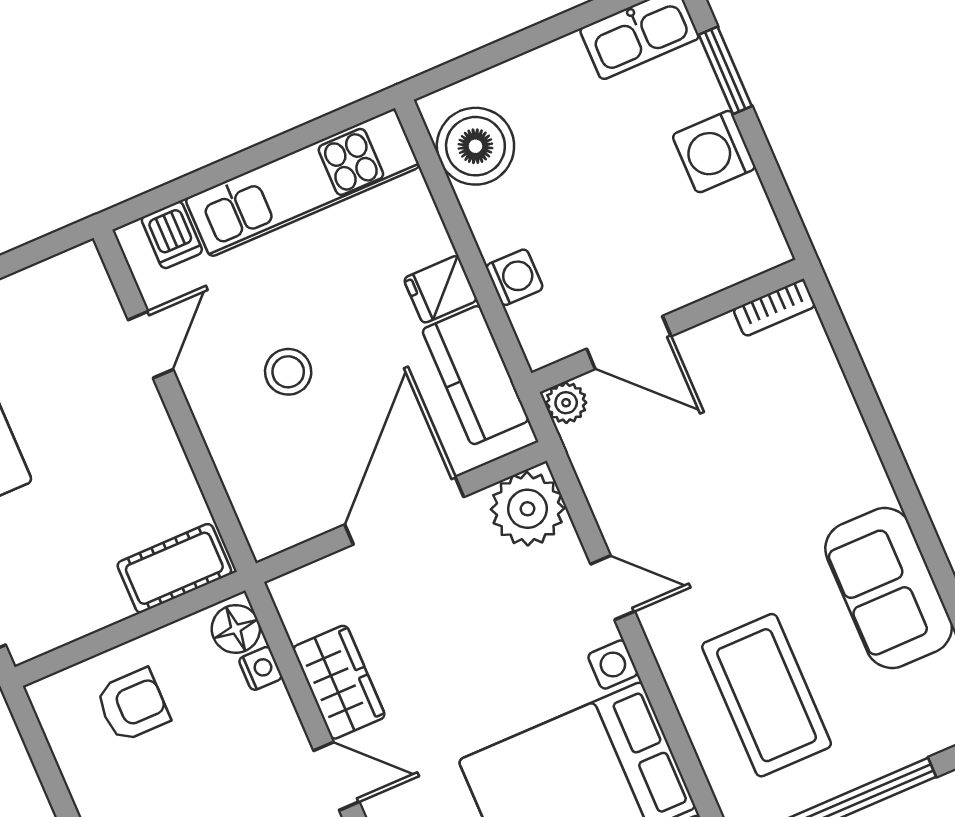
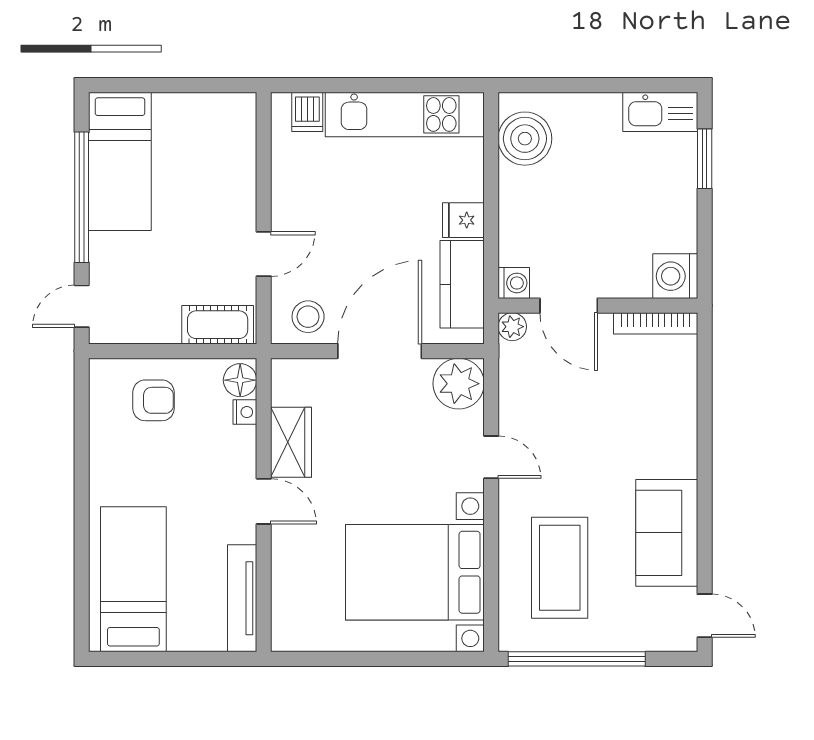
washing machine: (714, 152) -> (675, 276), moved
washing machine: (514, 277) -> (514, 283), moved
bookcase: (774, 308) -> (656, 323), width x1.56
door: (151, 345) -> (264, 254), moved
stool: (288, 372) -> (308, 317), moved

